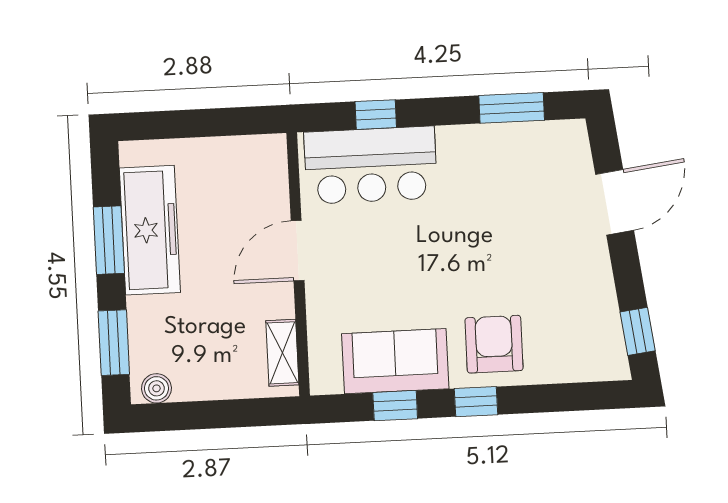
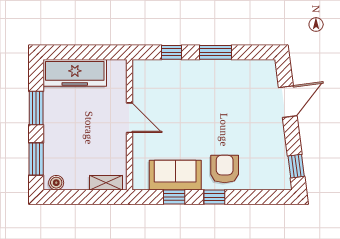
window: (512, 108) -> (216, 52), moved
bar counter: (371, 165) -> (168, 77), removed
freezer: (150, 230) -> (75, 73), moved, turned 90
door: (298, 251) -> (129, 118), swing flipped
shelving: (282, 353) -> (106, 183), moved, turned 90

